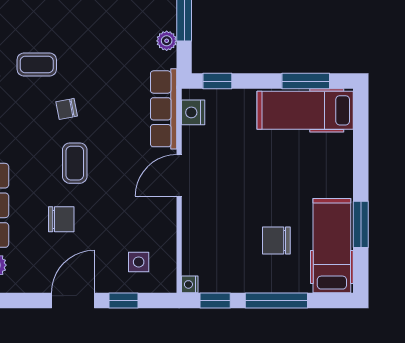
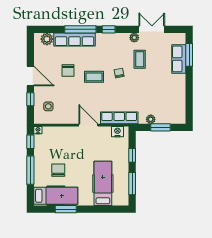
window: (217, 81) -> (132, 155), moved
hospital bed: (305, 110) -> (103, 183), moved

